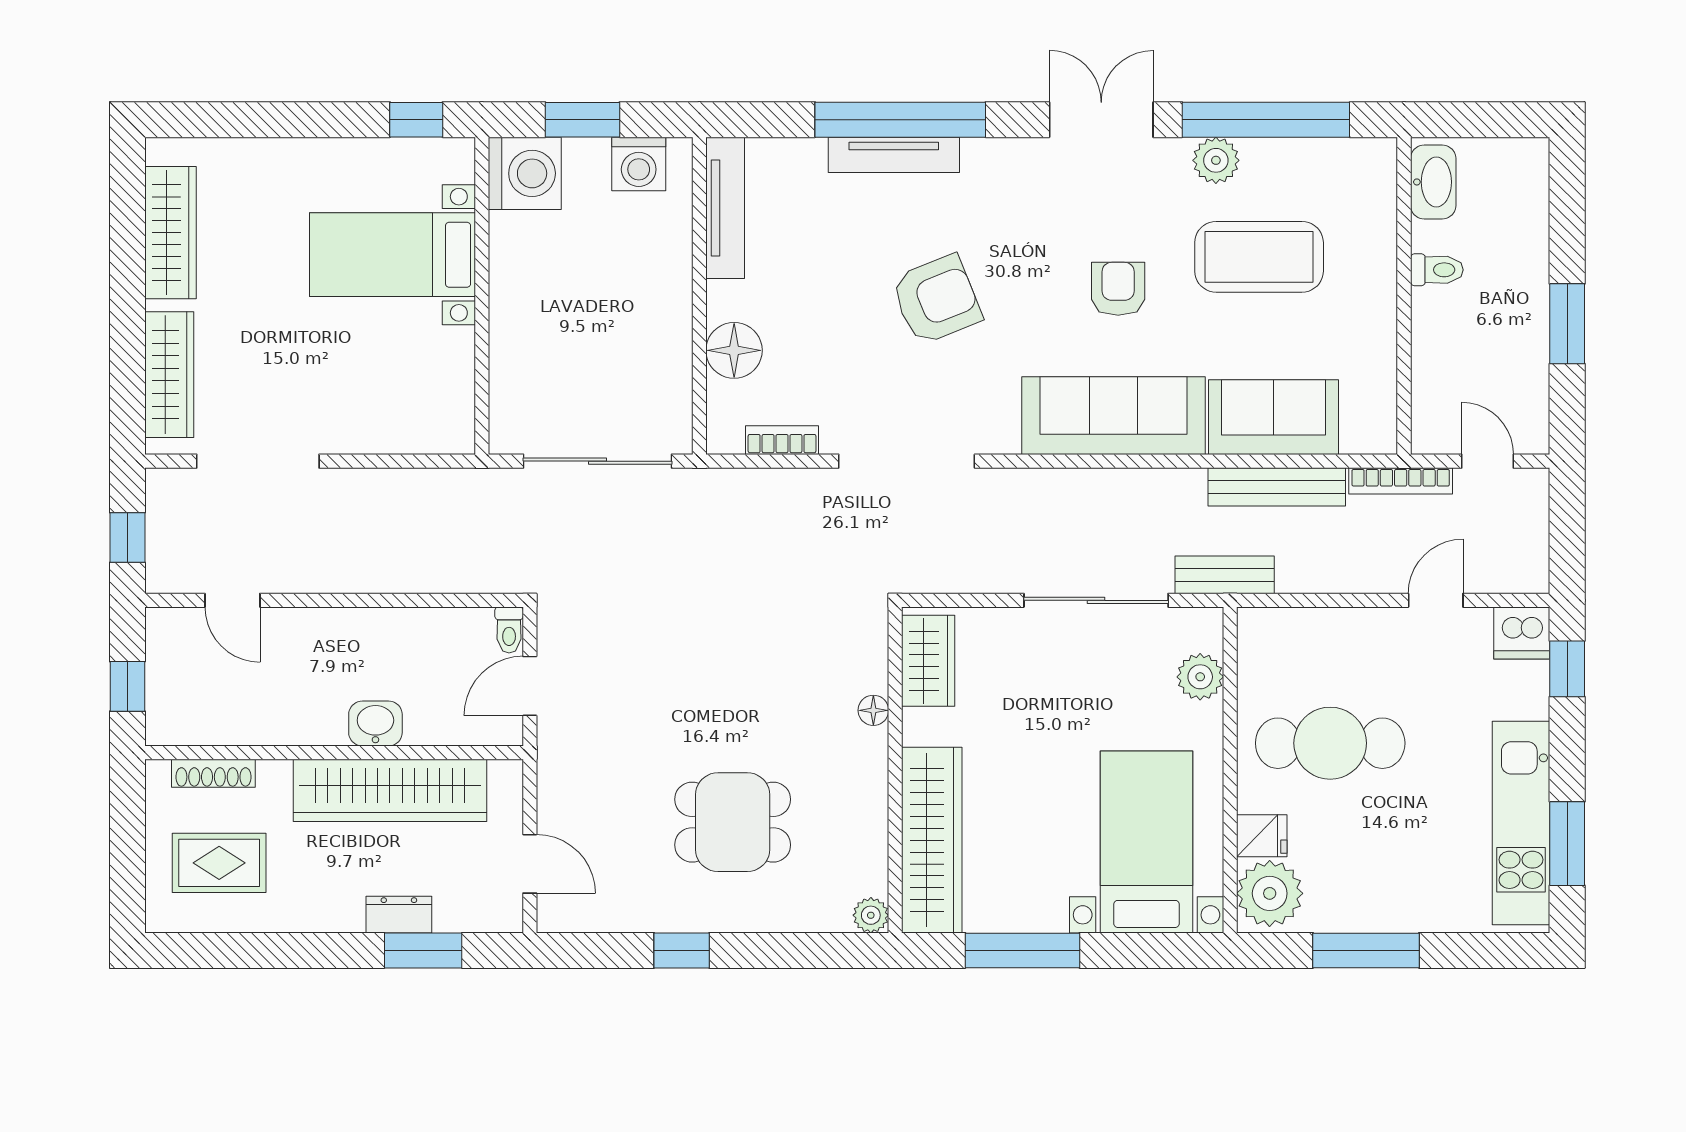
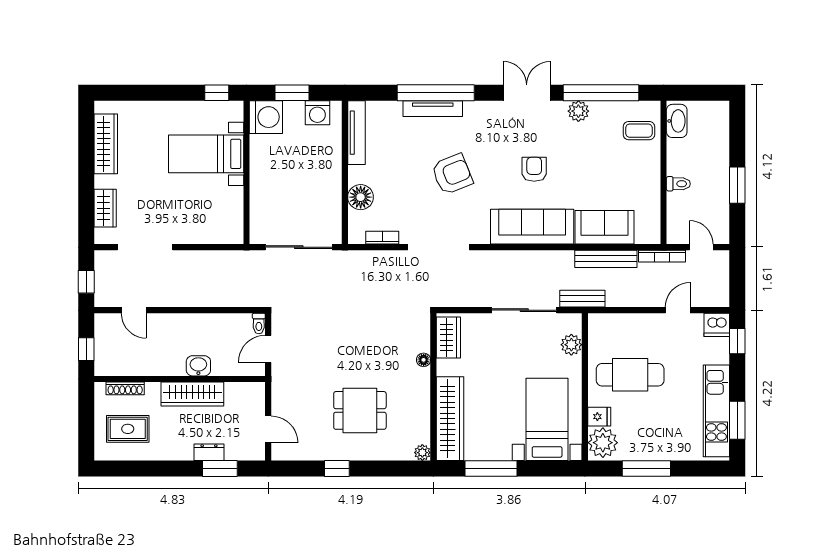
coffee table: (1259, 257) -> (639, 131), moved, width x0.54, depth x0.58
toilet: (1437, 270) -> (678, 184), moved
wardrobe: (169, 375) -> (105, 208), width x0.67
wardrobe: (390, 790) -> (192, 394), width x0.71, depth x0.85

